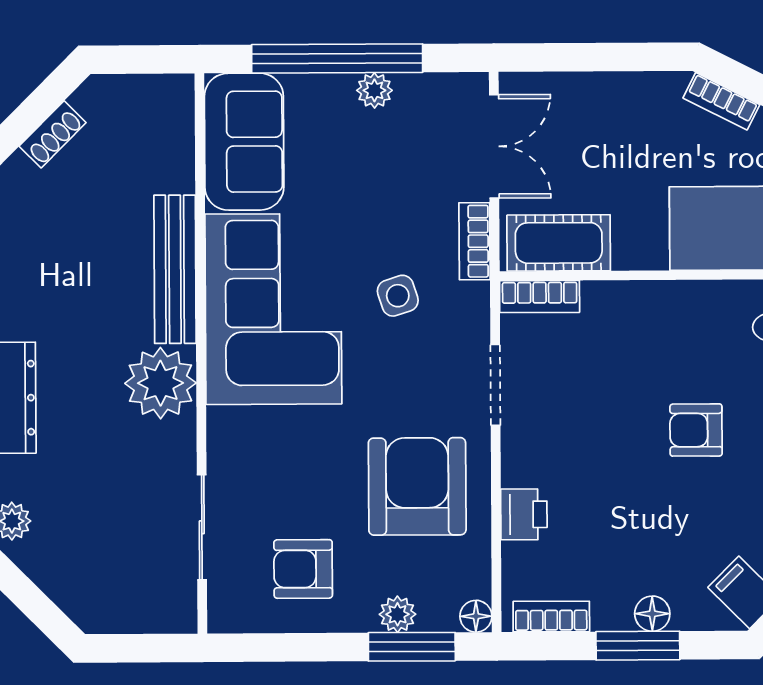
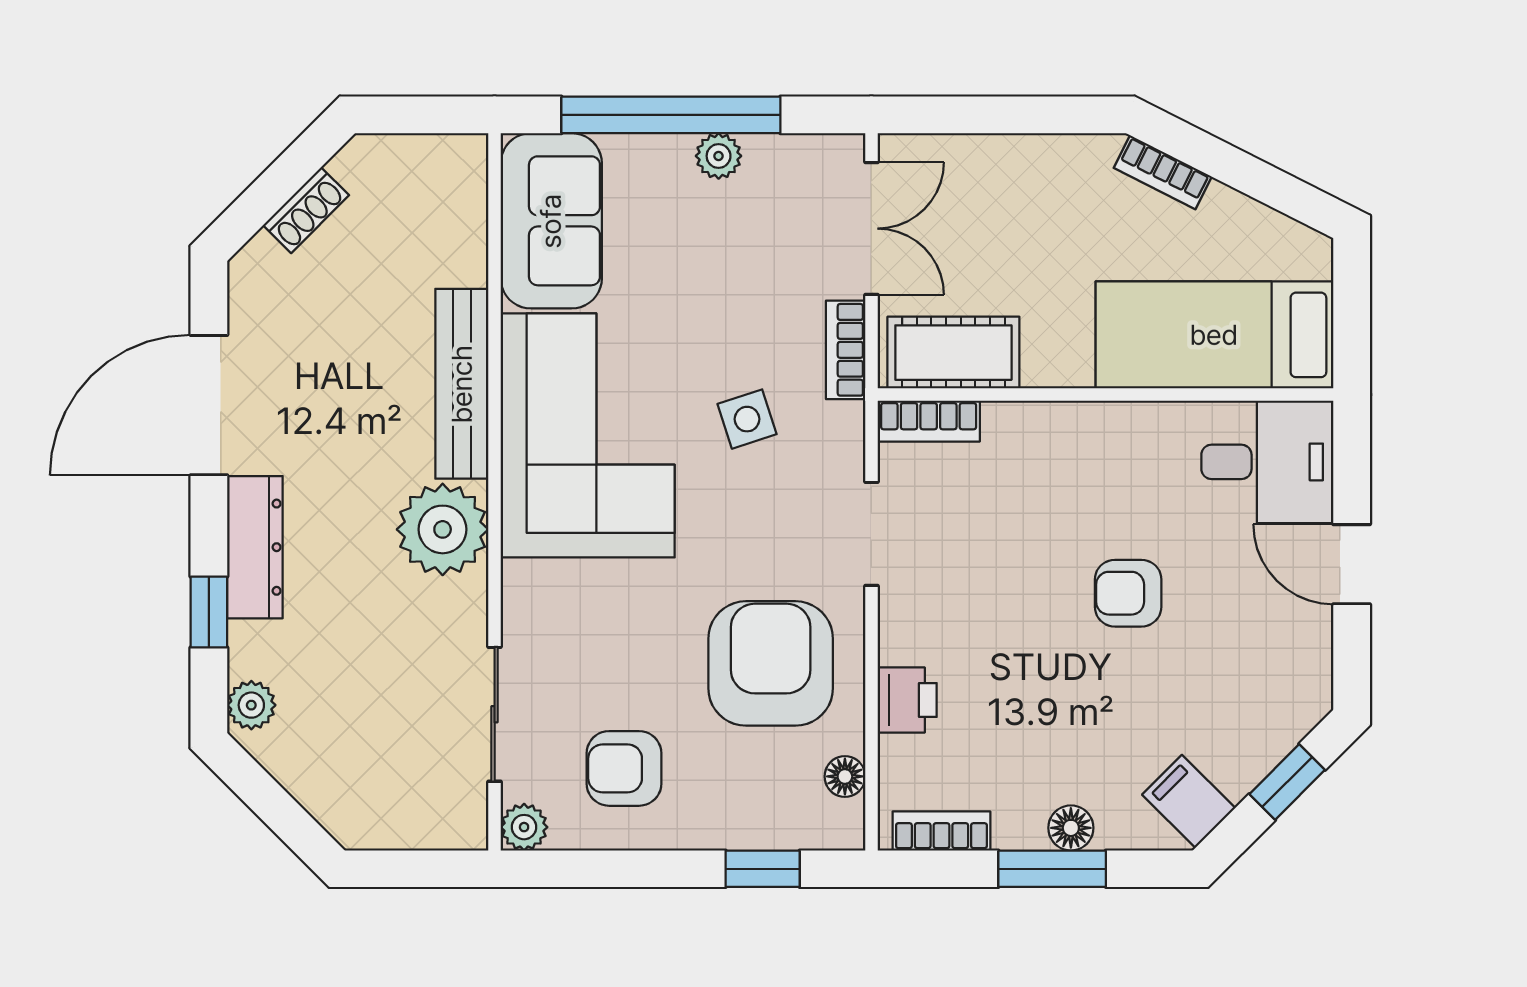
plant: (398, 614) -> (524, 827), moved
floor lamp: (476, 616) -> (845, 776), moved
window: (412, 647) -> (763, 869), width x0.67

